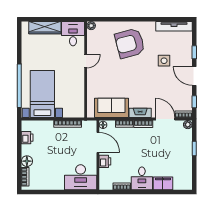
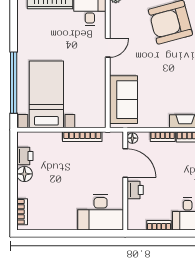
sofa: (111, 108) -> (124, 100), moved, turned 90
floor lamp: (27, 161) -> (24, 174), moved

